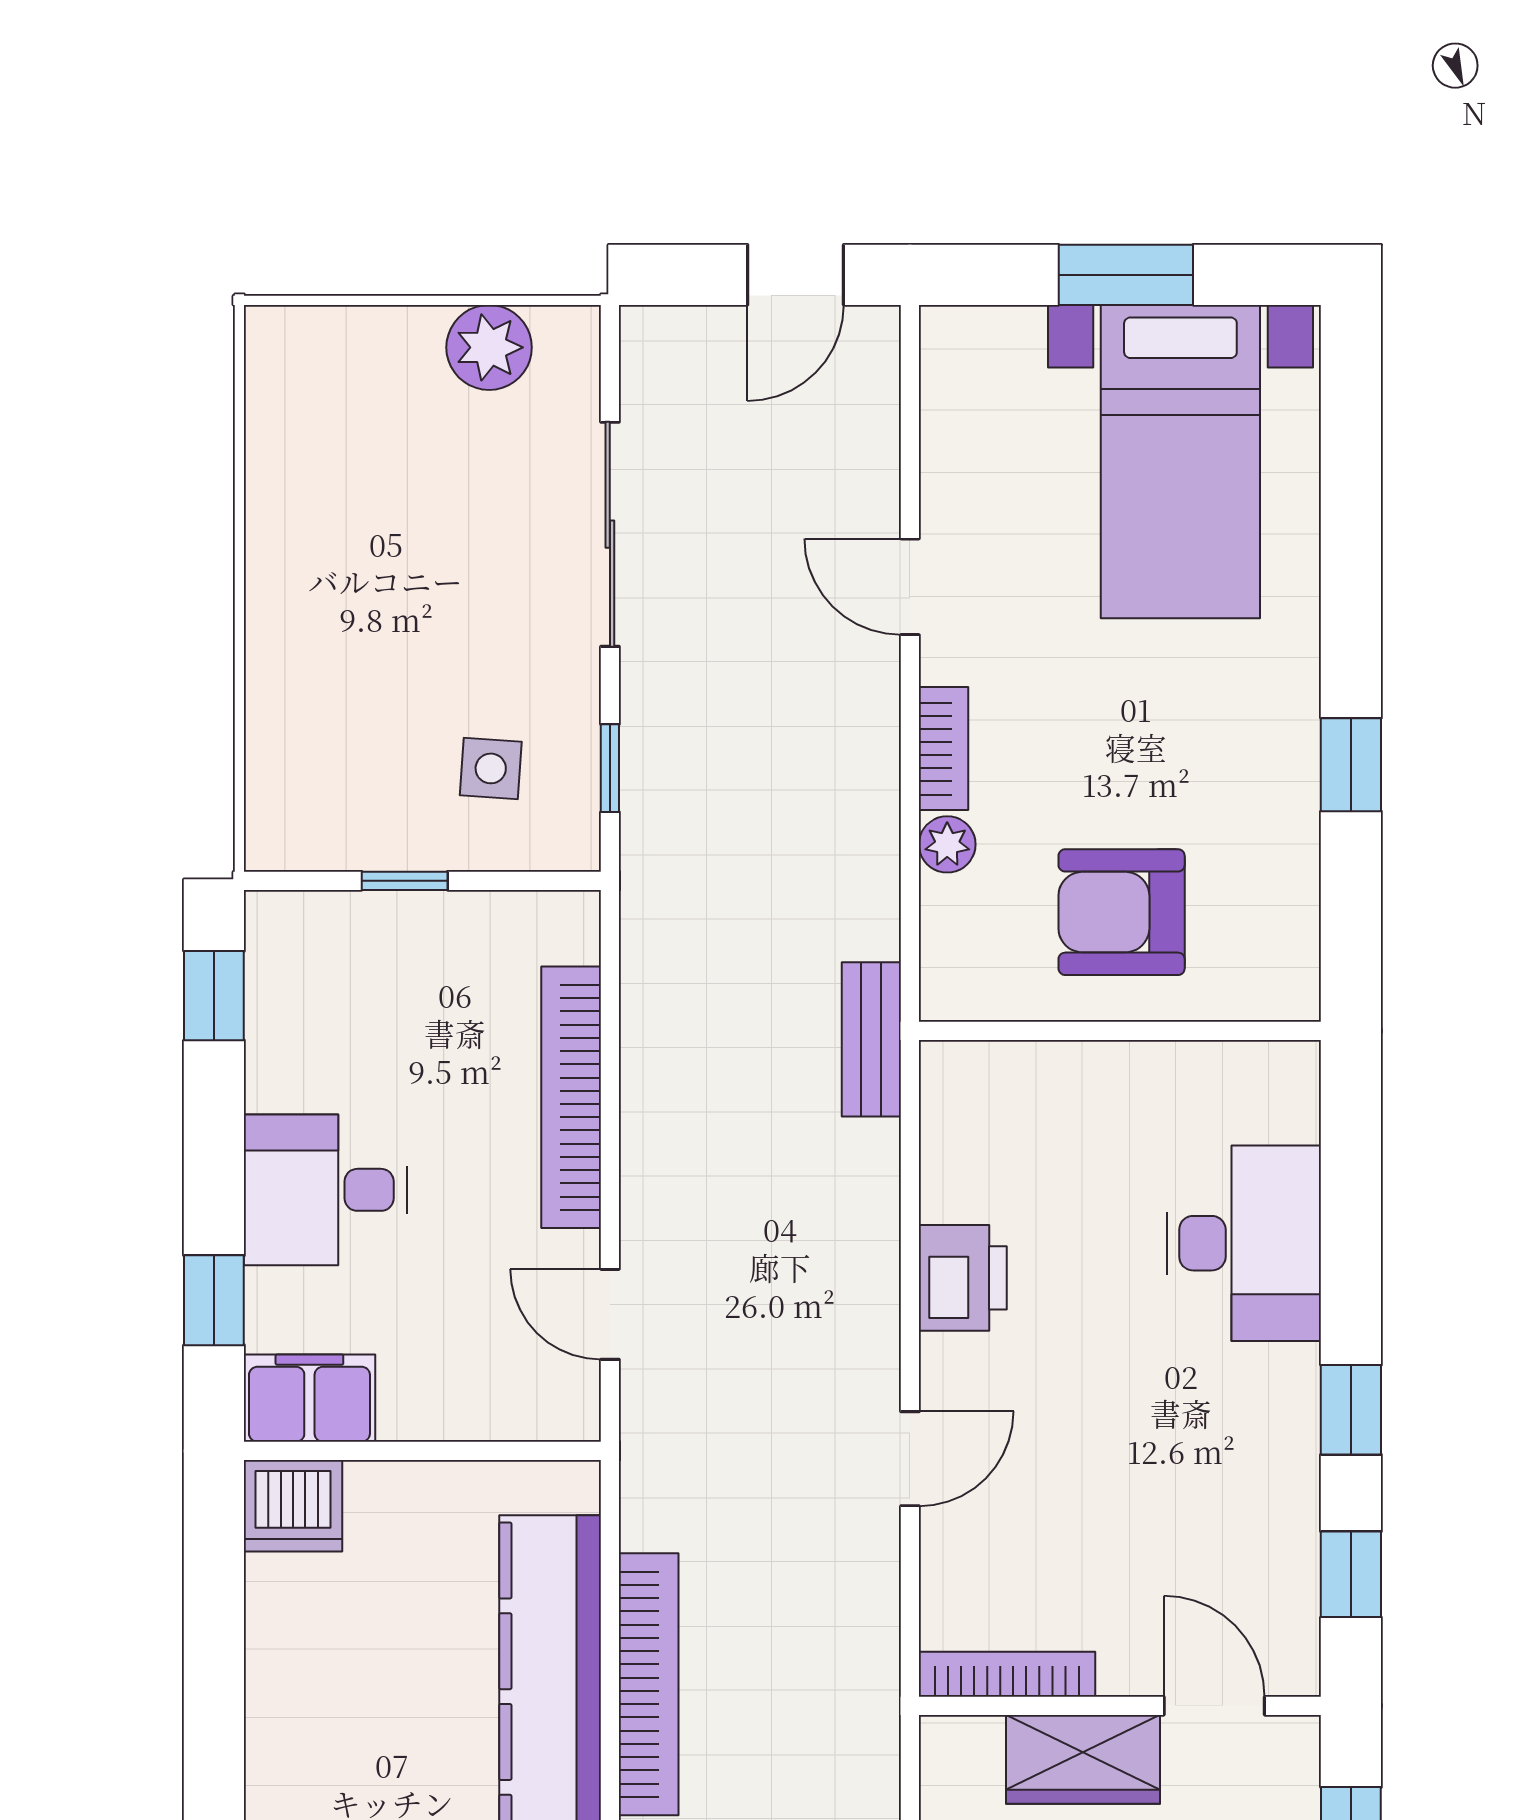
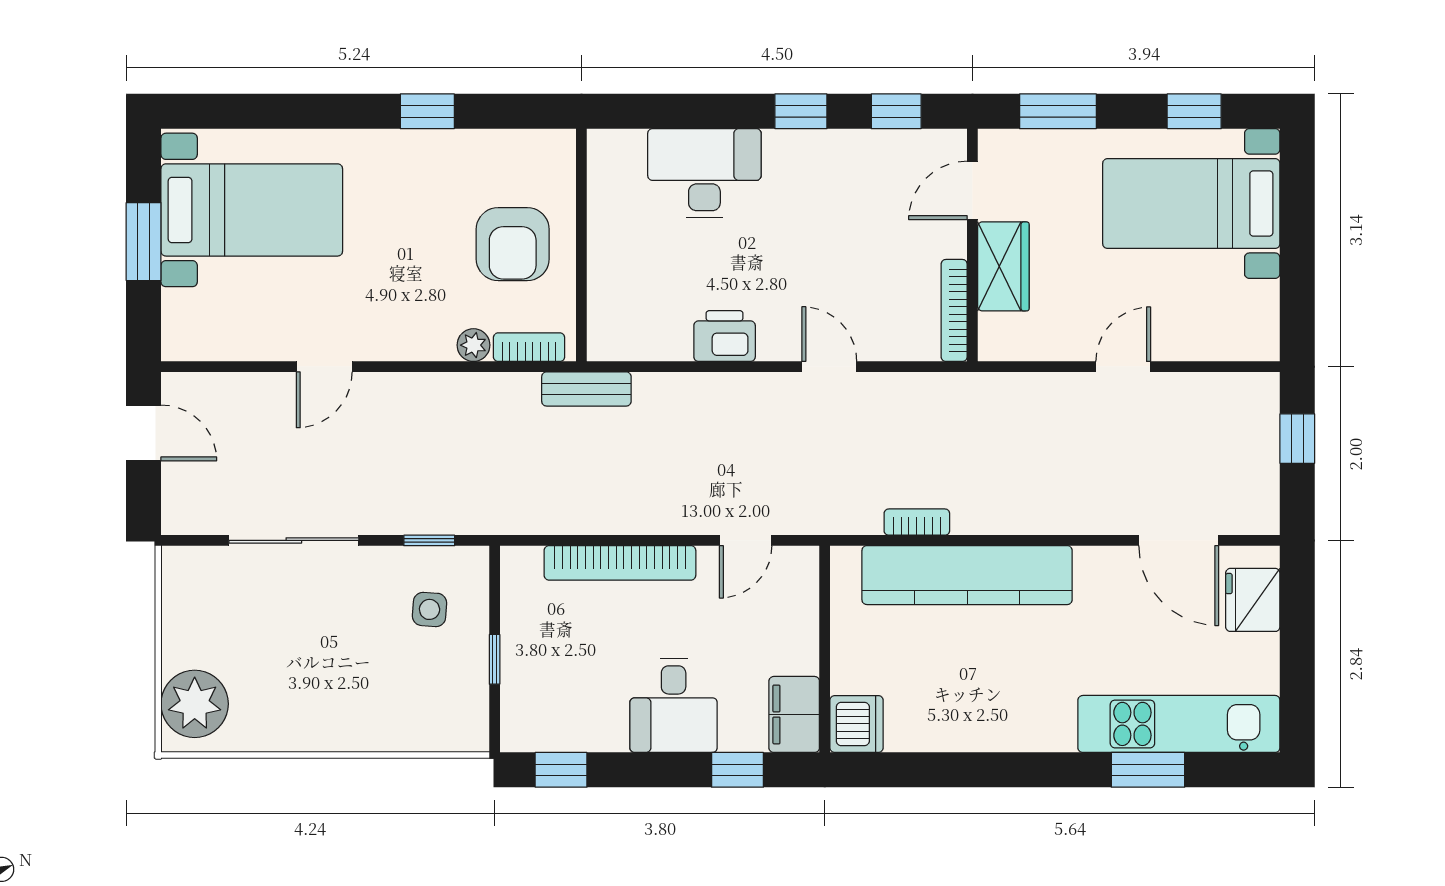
plant: (489, 347) -> (195, 704), moved, width x1.36, depth x1.36
bookcase: (944, 749) -> (529, 347), moved
bookcase: (649, 1684) -> (917, 522), width x0.43, depth x0.76

